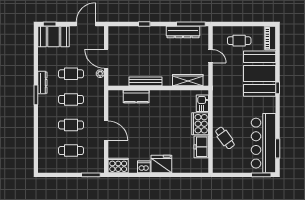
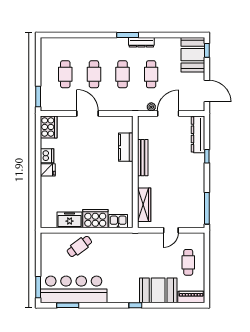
dresser: (183, 32) -> (198, 134), moved
booth: (260, 74) -> (158, 290), width x0.73, depth x0.70
door: (106, 131) -> (88, 114), swing flipped
fridge: (161, 164) -> (48, 170), width x0.53, depth x0.75

